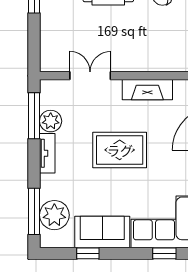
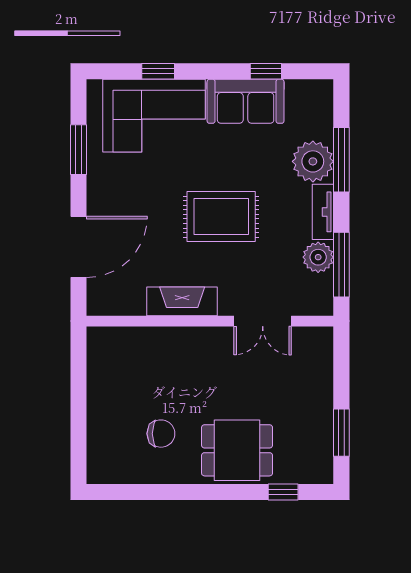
window: (34, 211) -> (341, 160), moved
plant: (54, 215) -> (313, 161), moved

